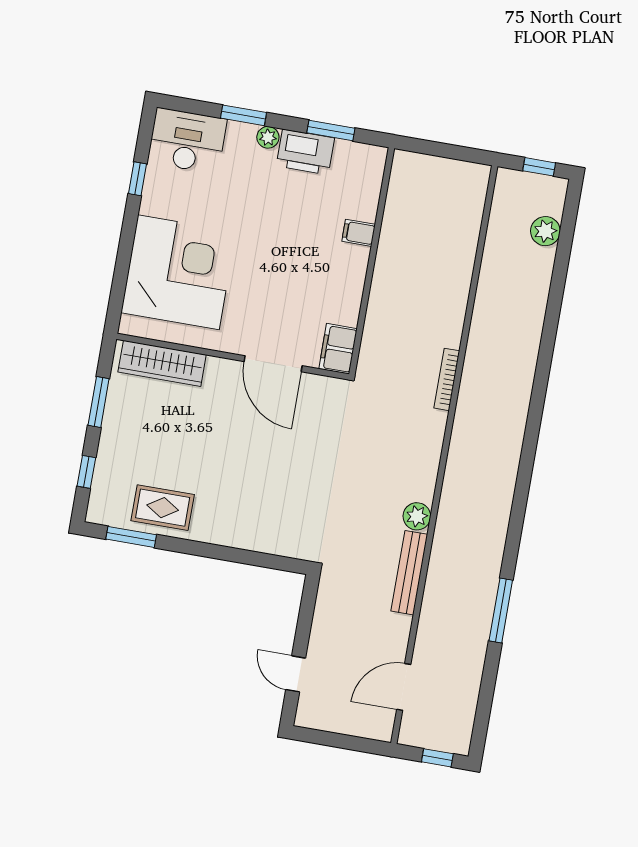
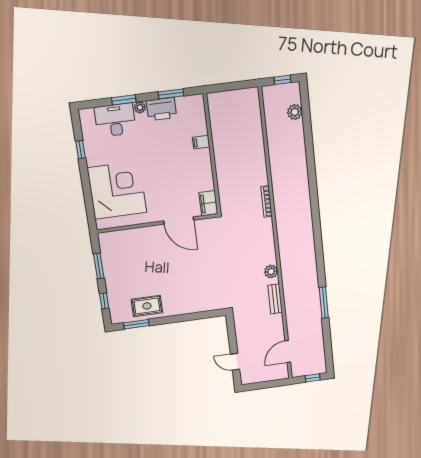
desk: (187, 141) -> (115, 120), moved
wardrobe: (162, 363) -> (124, 238), removed
bench: (409, 573) -> (275, 299), width x0.73

